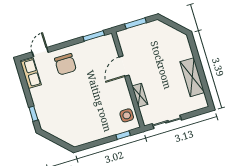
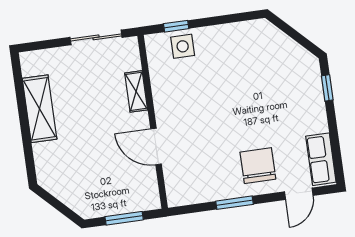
window: (94, 36) -> (234, 203), moved
door: (124, 66) -> (156, 146), swing flipped
side table: (127, 115) -> (183, 46), moved

